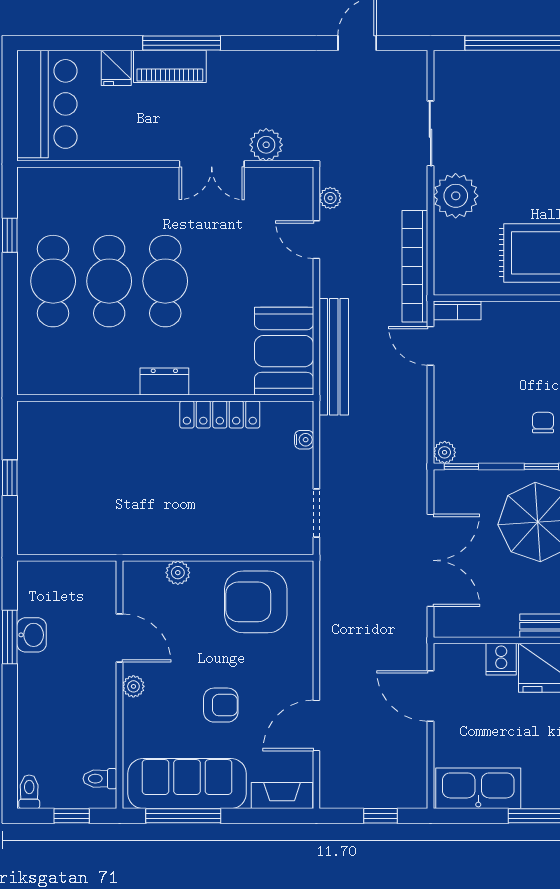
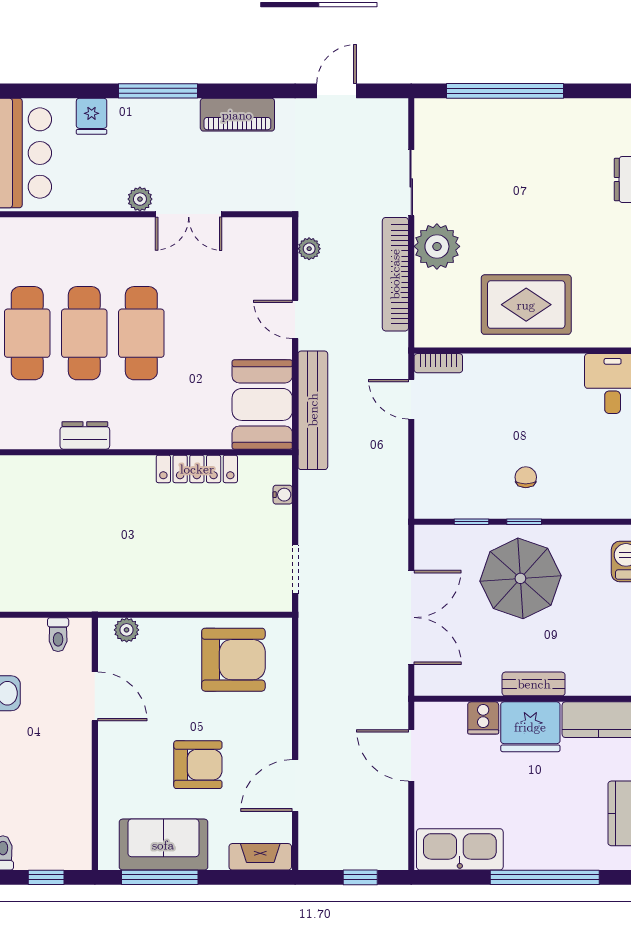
piano: (170, 66) -> (237, 115), moved
plant: (266, 145) -> (140, 199), moved, width x0.73, depth x0.73
door: (316, 240) -> (295, 319), moved
bookcase: (415, 266) -> (395, 274), moved
dresser: (164, 381) -> (85, 435), moved
plant: (445, 452) -> (426, 508), removed
window: (461, 466) -> (472, 522), moved
plant: (178, 573) -> (127, 630), moved
armchair: (256, 602) -> (233, 660), turned 180
plant: (133, 686) -> (109, 746), removed
armchair: (221, 705) -> (198, 765), width x1.38, depth x1.38
toilet: (100, 779) -> (58, 635), moved, turned -90
sofa: (187, 784) -> (163, 845), width x0.73

